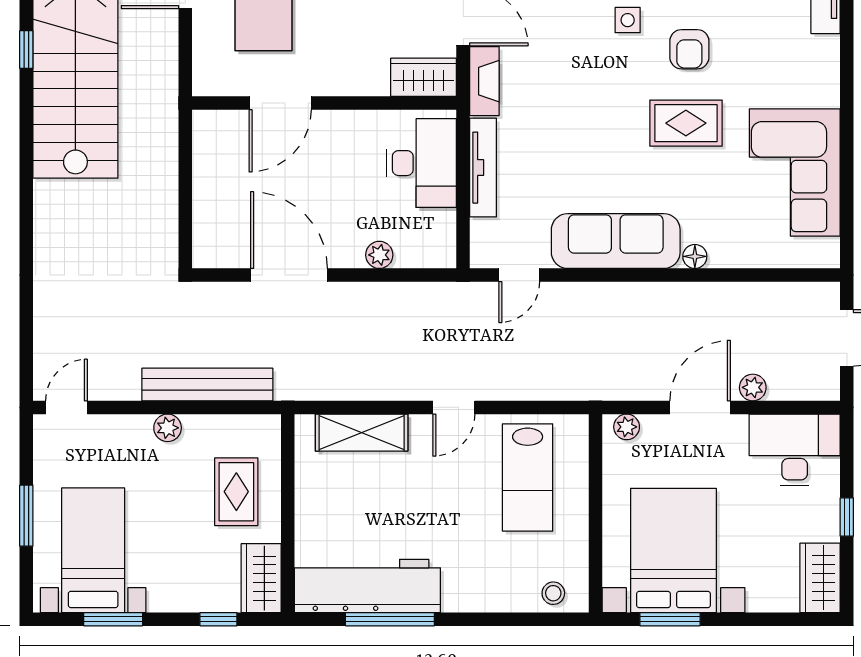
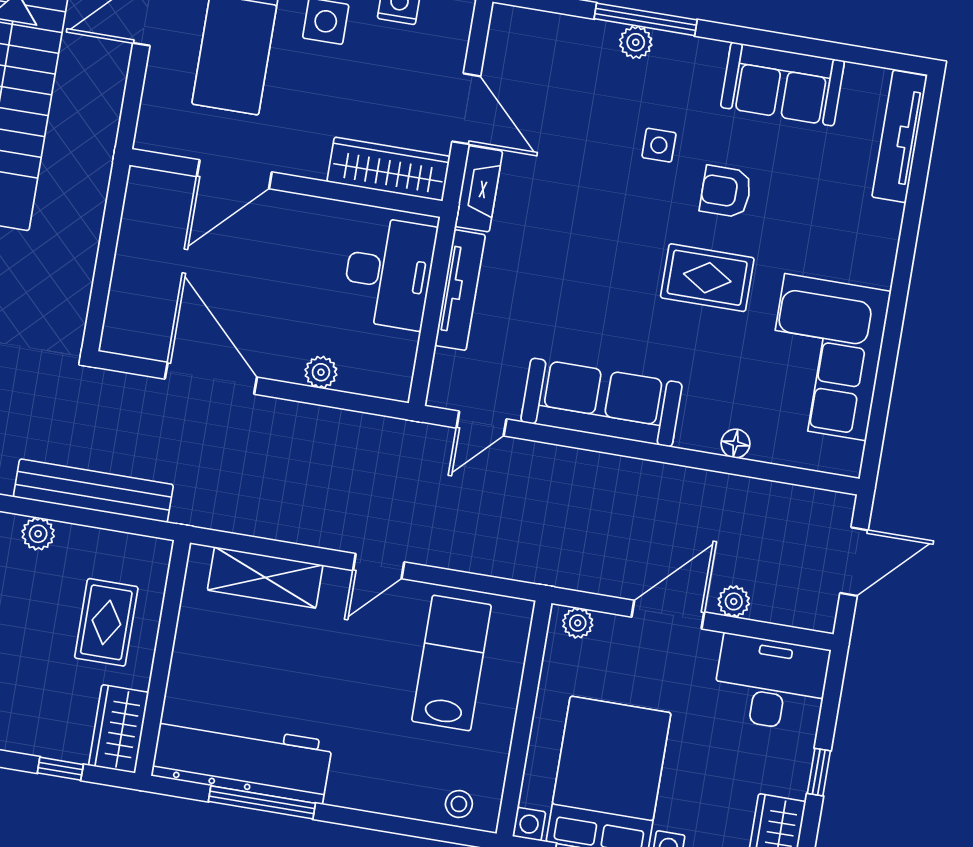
armchair: (689, 49) -> (726, 192), turned 90
wardrobe: (424, 77) -> (389, 169), width x1.50
floor lamp: (695, 256) -> (735, 444), moved
lab bench: (528, 477) -> (451, 663), turned 180

